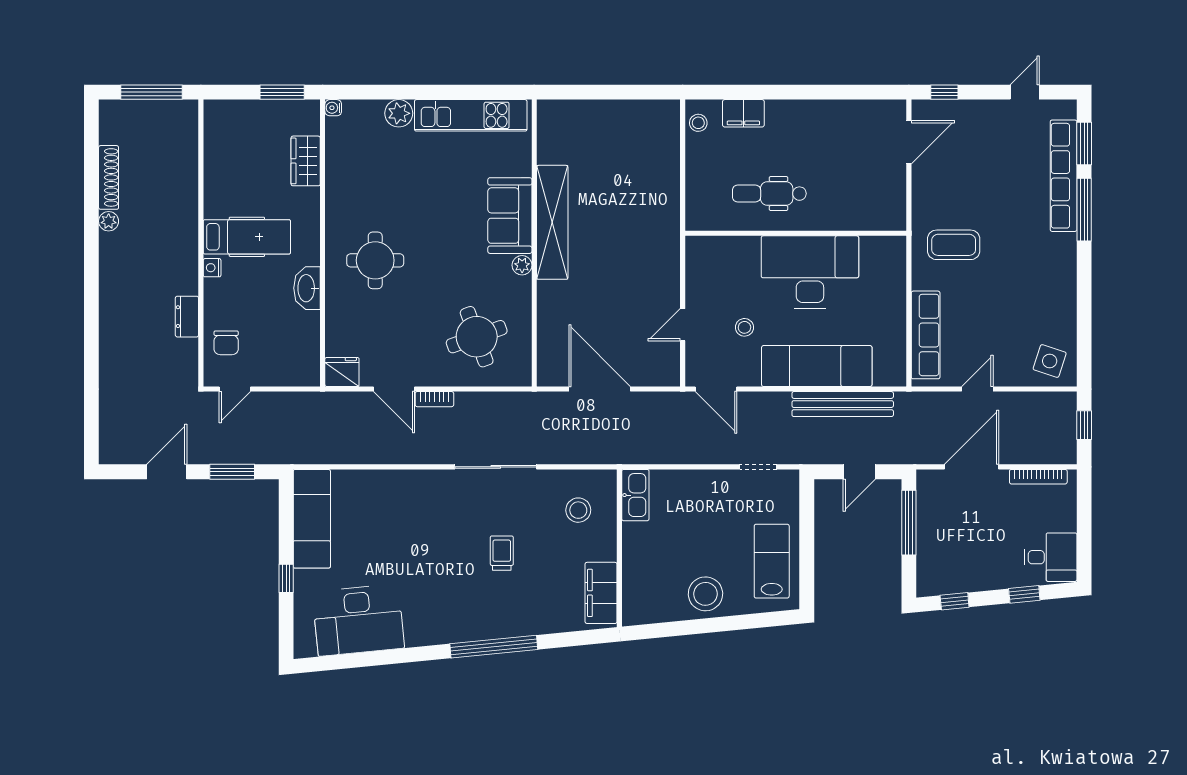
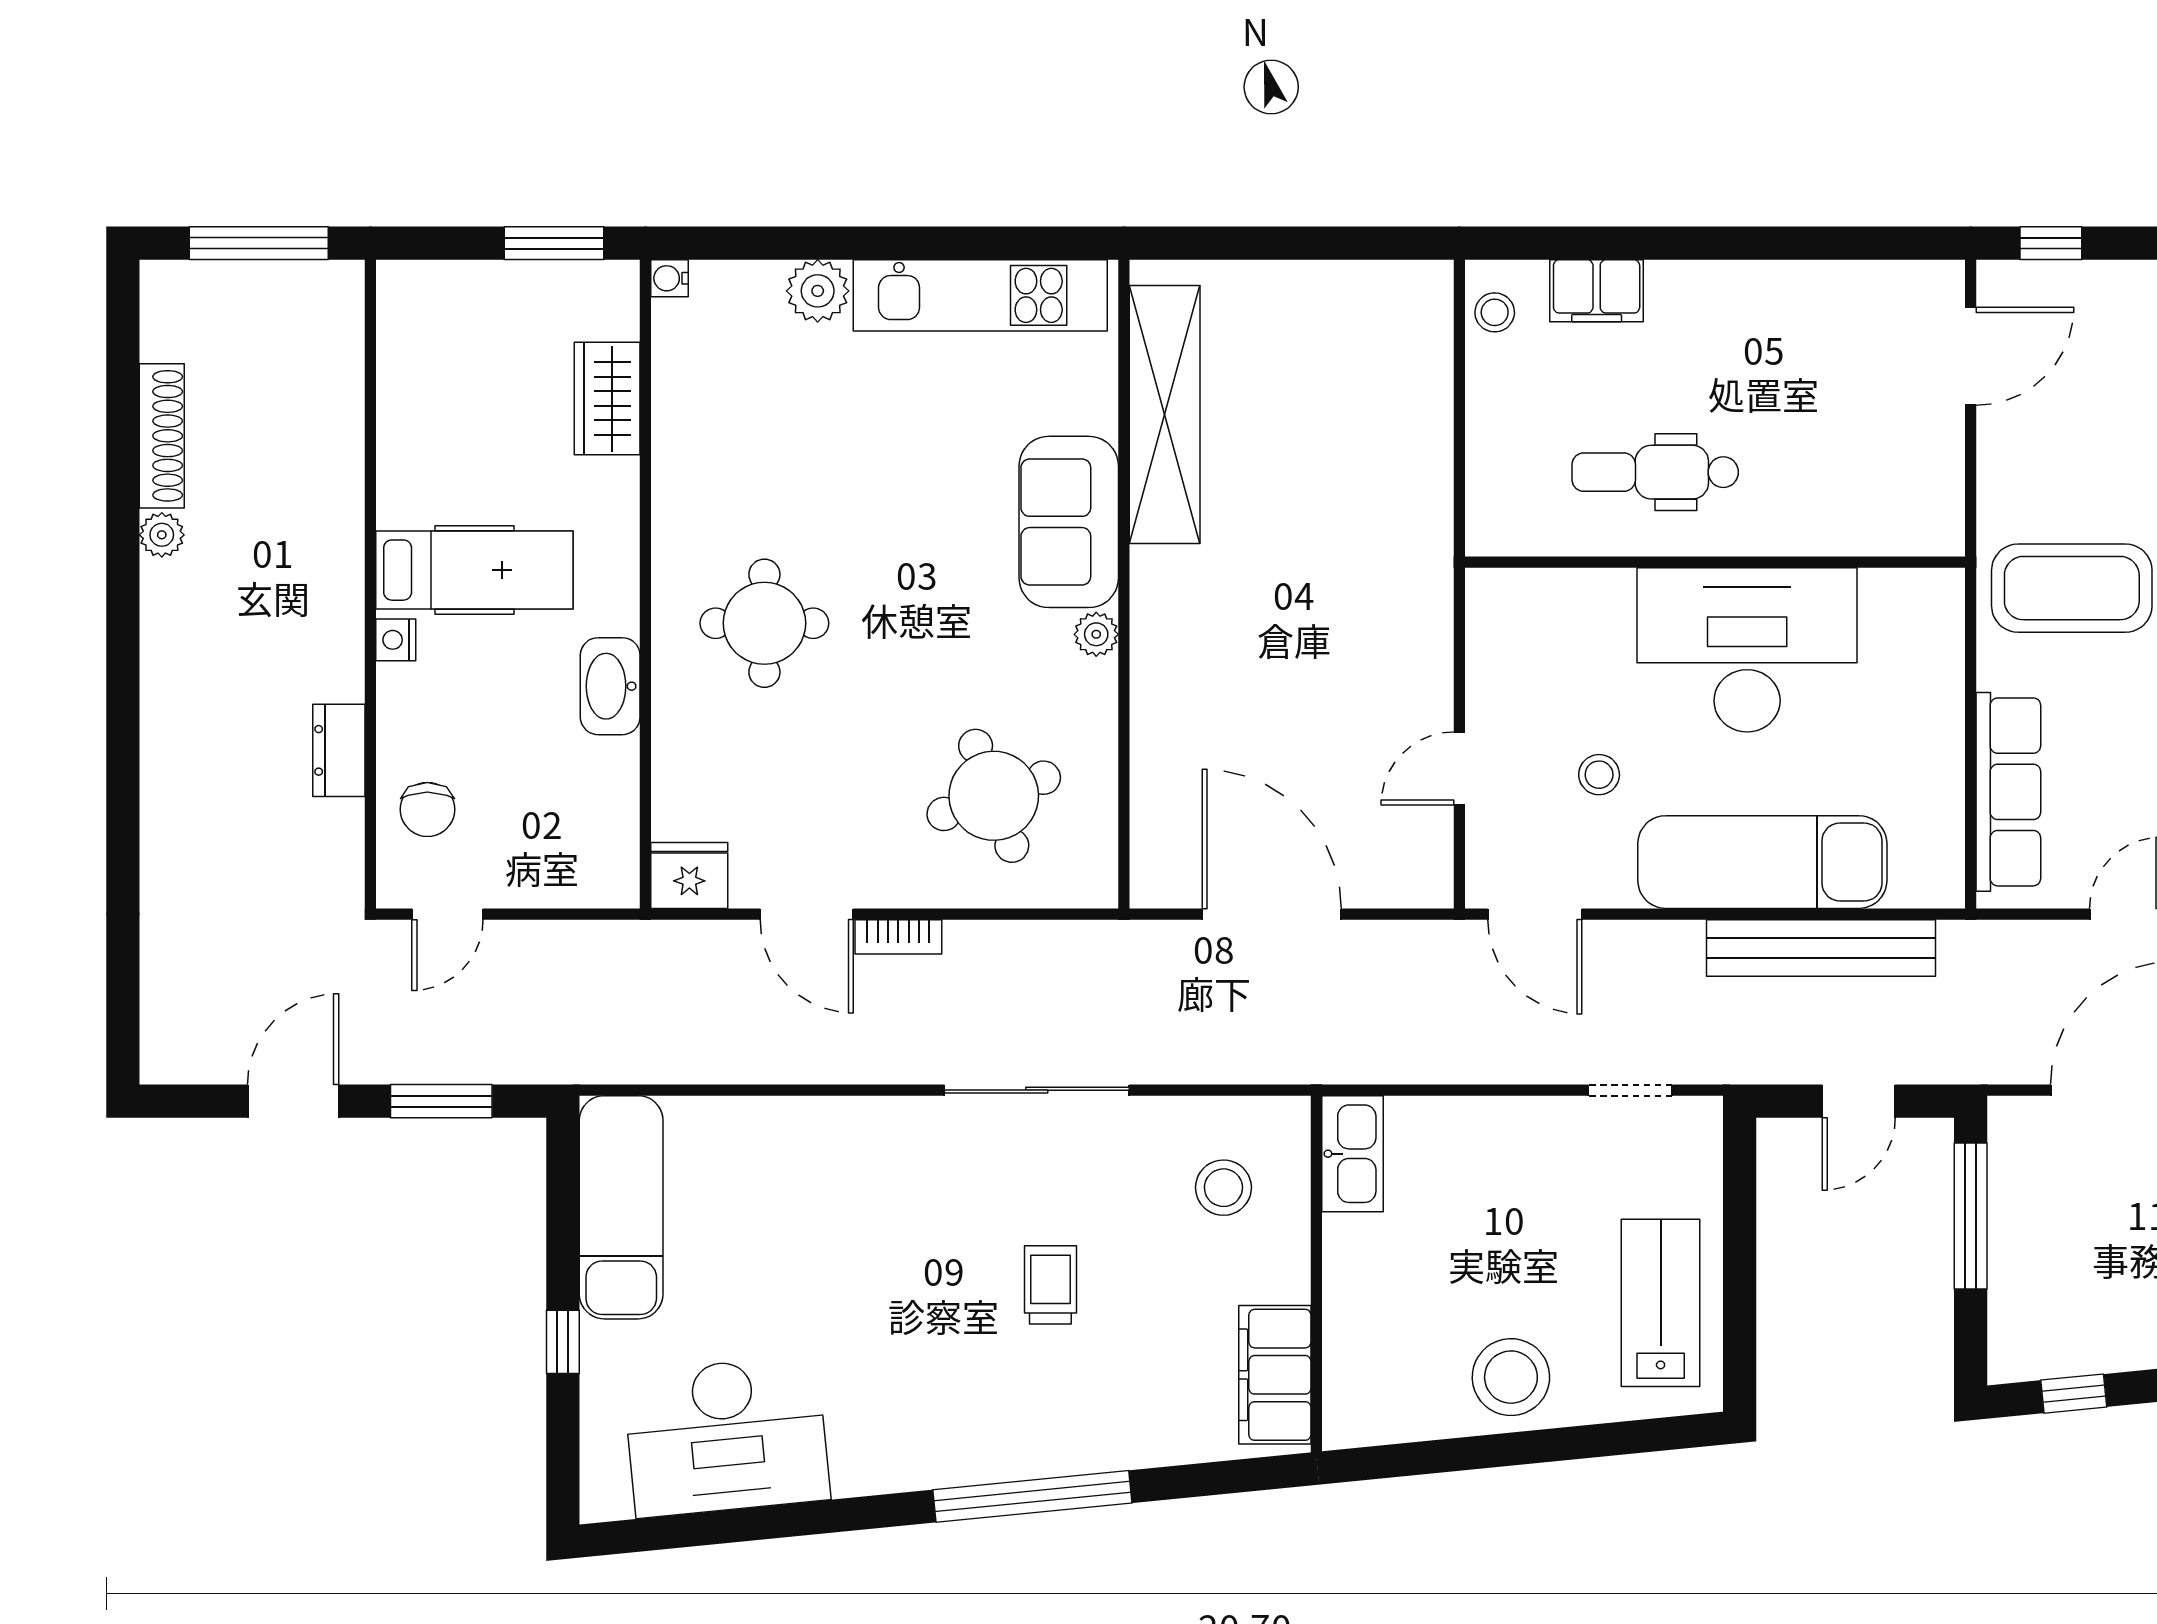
shelving: (552, 222) -> (1165, 414), moved
coffee table: (954, 245) -> (2072, 588), width x1.36, depth x1.32

